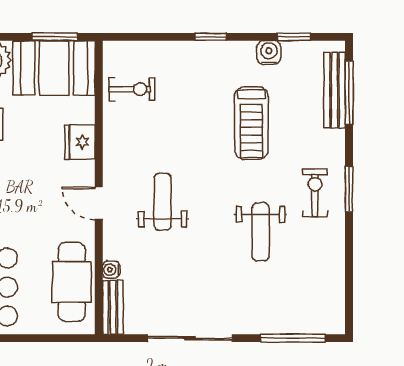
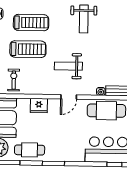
treadmill: (196, 118) -> (28, 49), added
weight bench: (261, 232) -> (84, 19), turned 90

